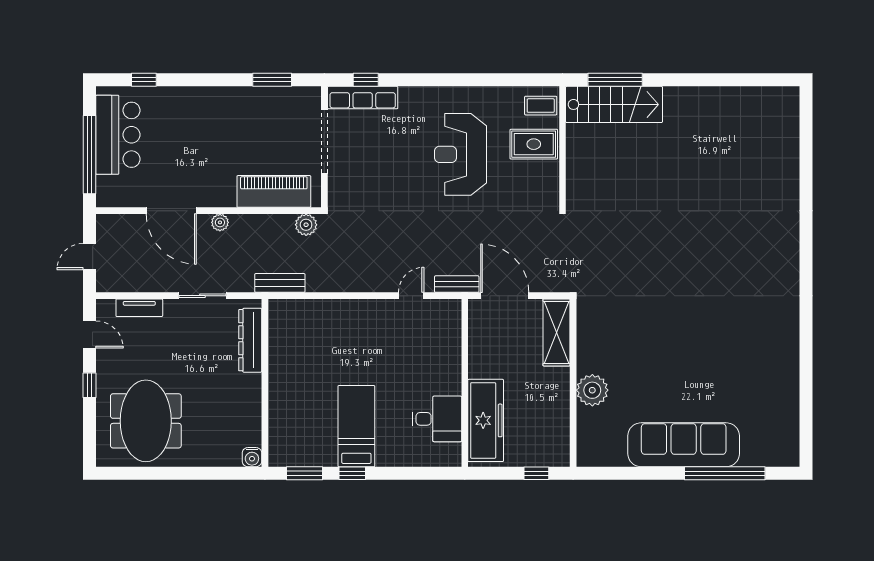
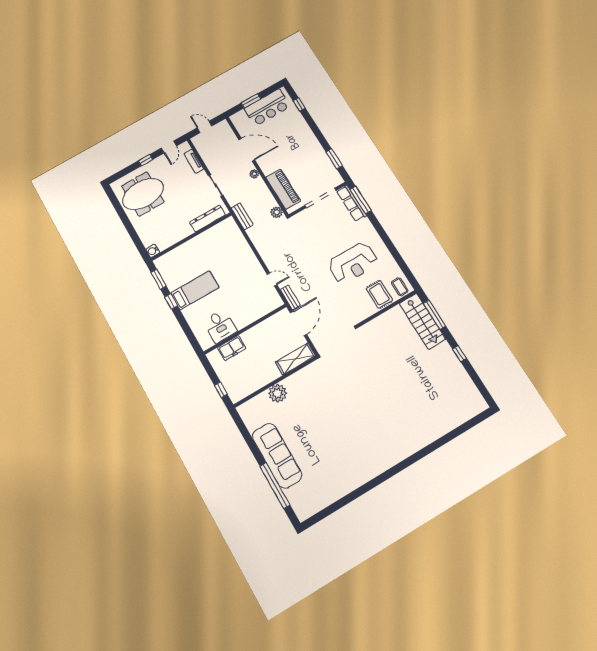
window: (366, 80) -> (361, 200), width x2.17
window: (696, 80) -> (460, 354), added
reception desk: (460, 154) -> (353, 263), turned 180
window: (89, 155) -> (251, 101), width x0.47
door: (171, 211) -> (247, 150), swing flipped
freezer: (486, 420) -> (232, 348), width x0.52, depth x0.79

